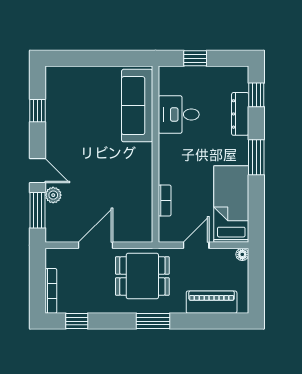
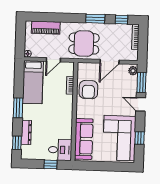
corner sofa: (74, 109) -> (119, 138), added
desk: (179, 114) -> (60, 150), moved
armchair: (132, 194) -> (88, 90), added
plant: (53, 195) -> (133, 71), moved
window: (153, 321) -> (95, 19), moved

